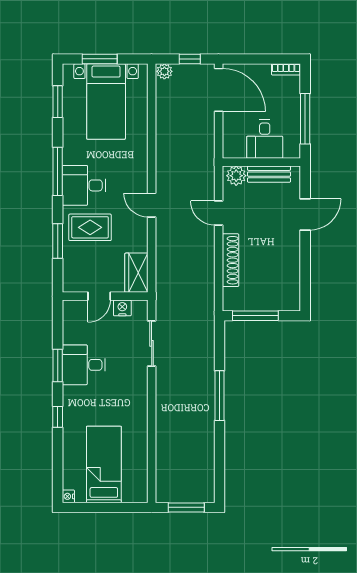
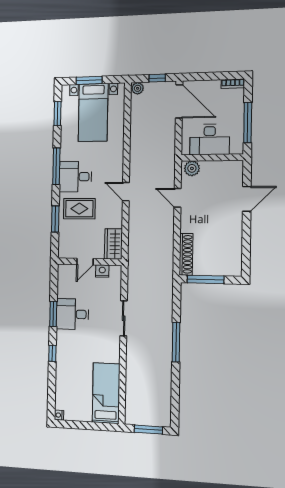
desk: (265, 139) -> (210, 139), width x1.37
bench: (269, 174) -> (218, 167), removed
shoe rack: (230, 260) -> (186, 254), moved
sliding door: (152, 343) -> (124, 318), moved
bed: (104, 464) -> (106, 393), moved

